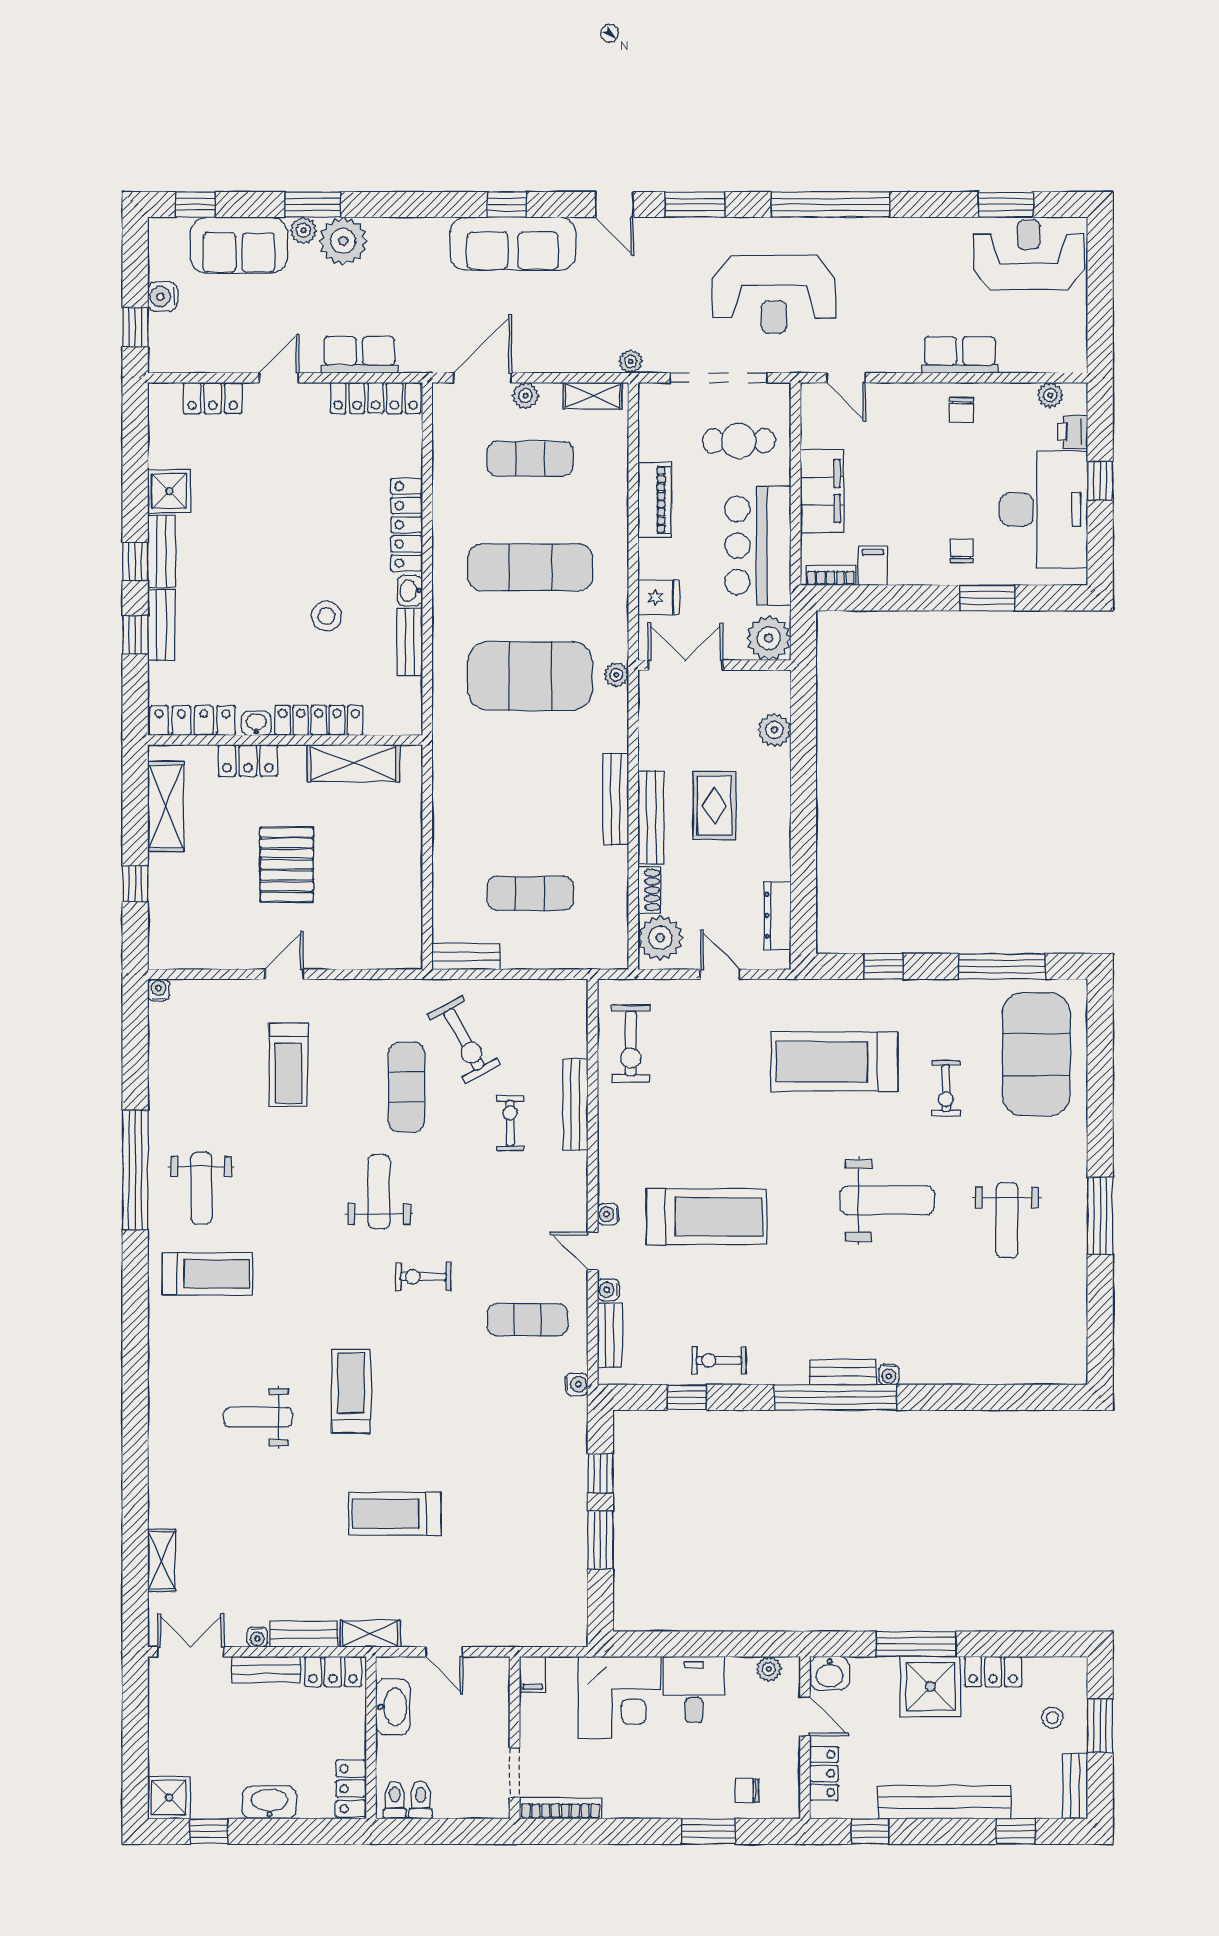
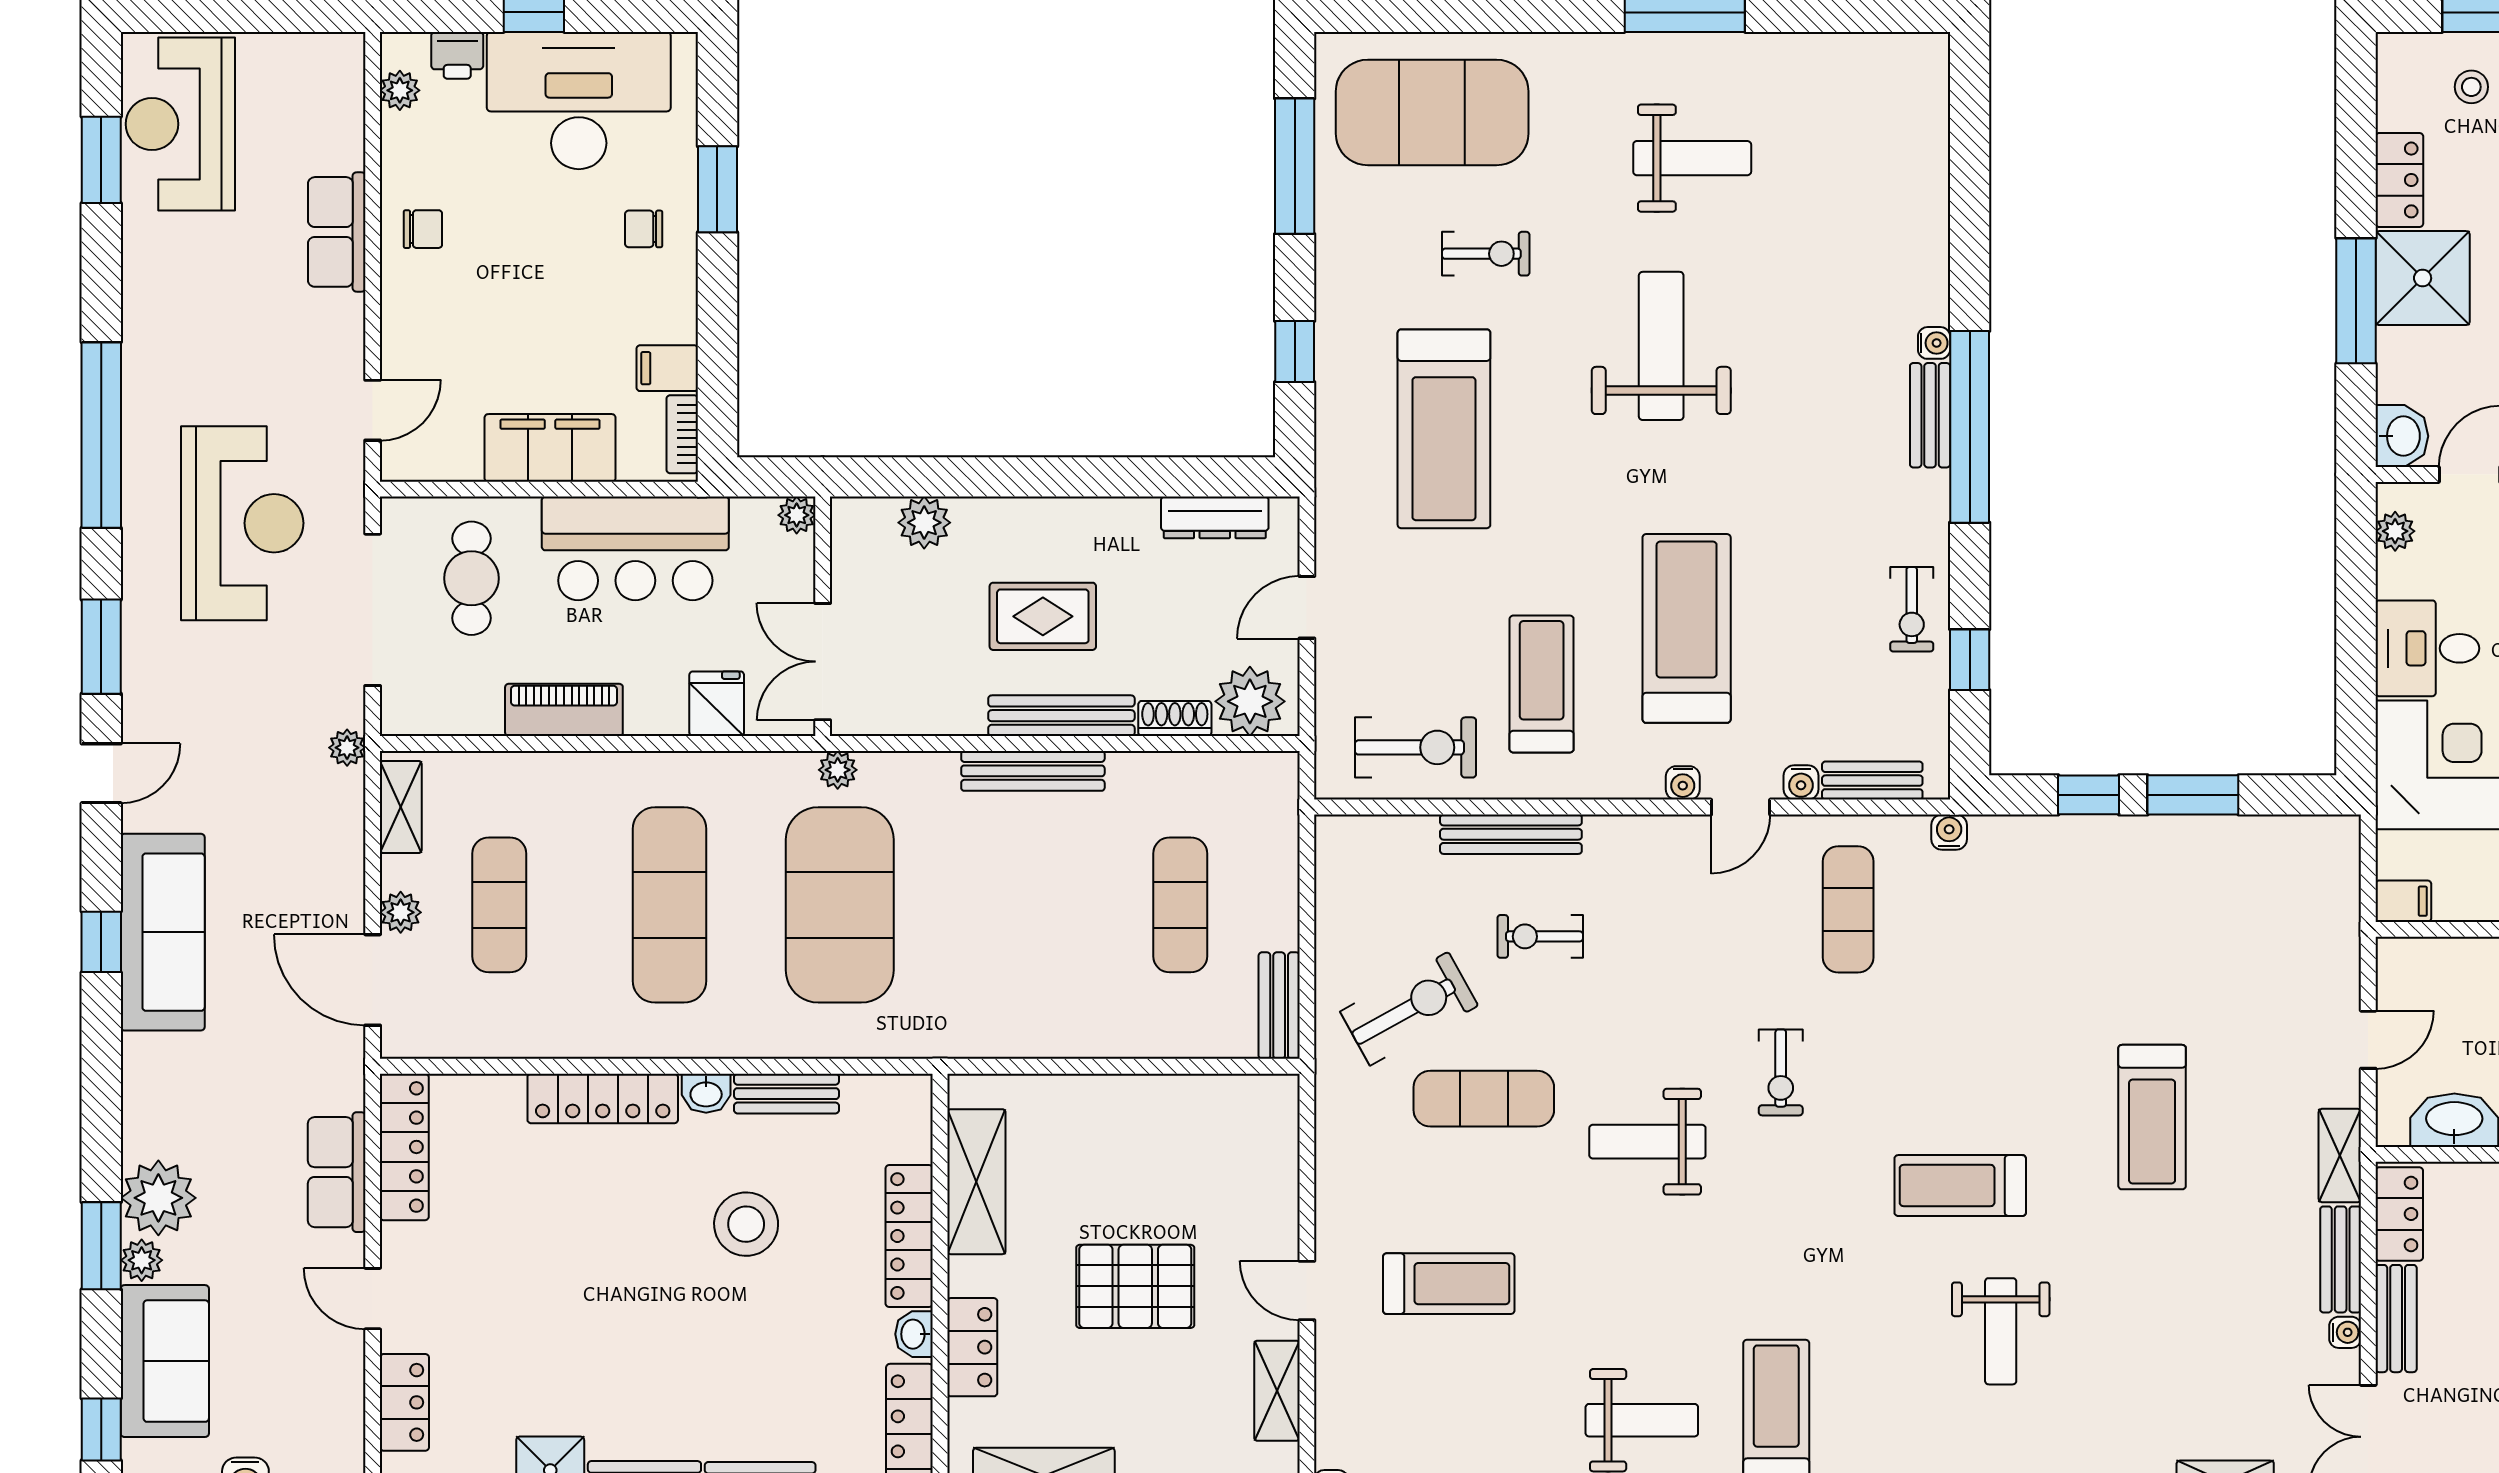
stool: (326, 616) -> (746, 1224), width x1.38, depth x1.38
plant: (769, 638) -> (797, 515), width x0.53, depth x0.53
shelving: (220, 955) -> (1277, 1391), added
treadmill: (671, 1124) -> (1542, 684), added

